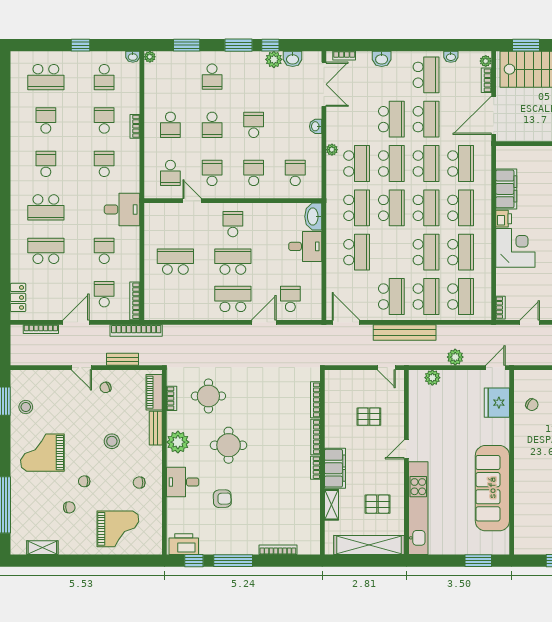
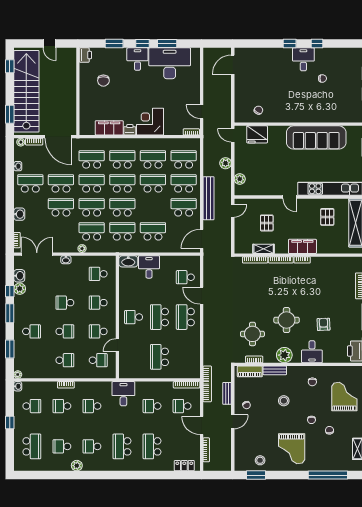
plant: (18, 142) -> (77, 466), added
school desk: (46, 207) -> (122, 446), turned 180
shelving: (331, 505) -> (264, 249), moved

